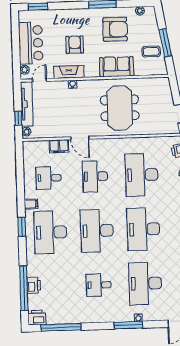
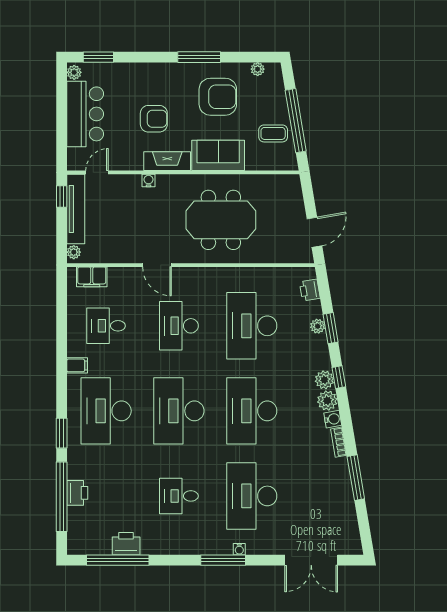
window: (165, 43) -> (296, 121), width x1.46
armchair: (75, 45) -> (154, 119), turned 90
plant: (25, 70) -> (74, 72), moved
fireplace: (69, 72) -> (167, 161), moved
meeting table: (120, 108) -> (221, 220), turned 90
window: (18, 118) -> (62, 196), moved
filing cabinet: (59, 146) -> (92, 277), moved
window: (22, 227) -> (62, 433), moved
printer: (37, 318) -> (126, 544), moved

